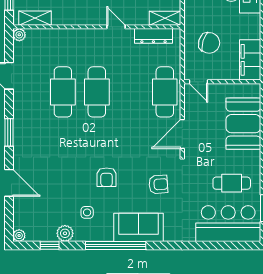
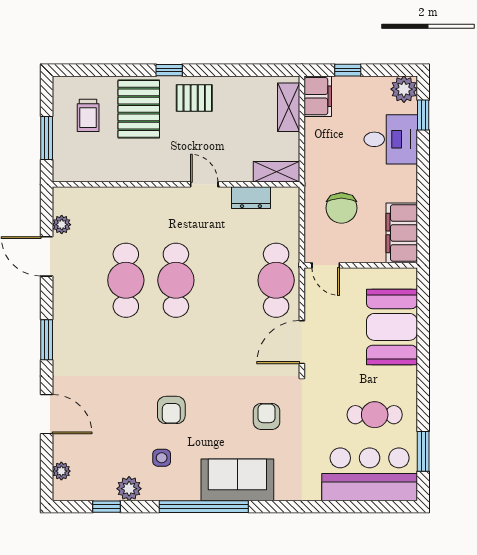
shelving: (35, 18) -> (85, 171), removed
plant: (19, 35) -> (62, 225), moved
dresser: (153, 36) -> (251, 198), width x0.70
chair: (209, 43) -> (341, 208), turned 73
armchair: (107, 177) -> (171, 410), moved
armchair: (158, 184) -> (267, 416), turned -86
plant: (19, 236) -> (61, 471), moved

